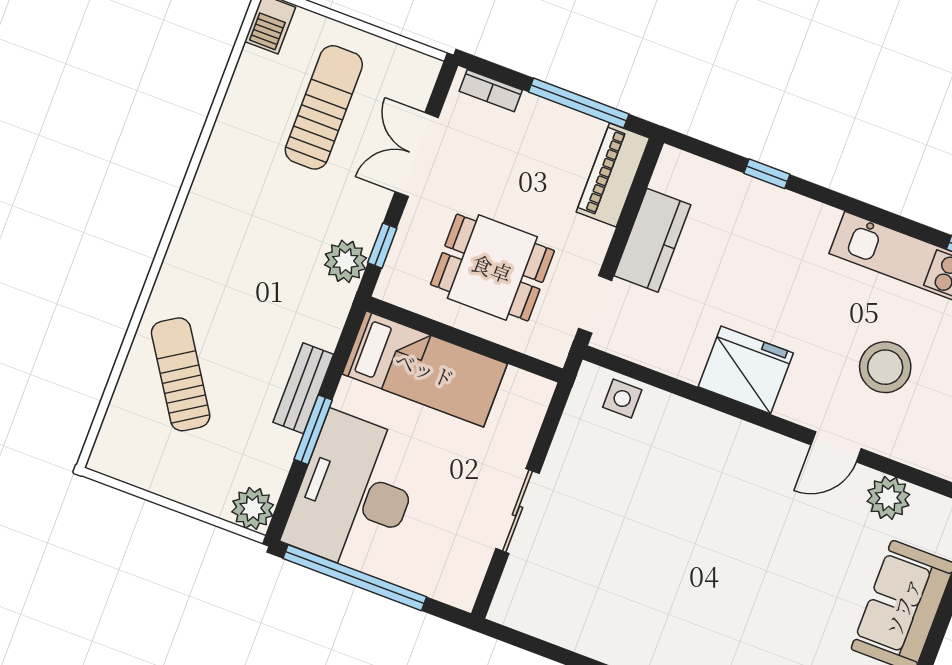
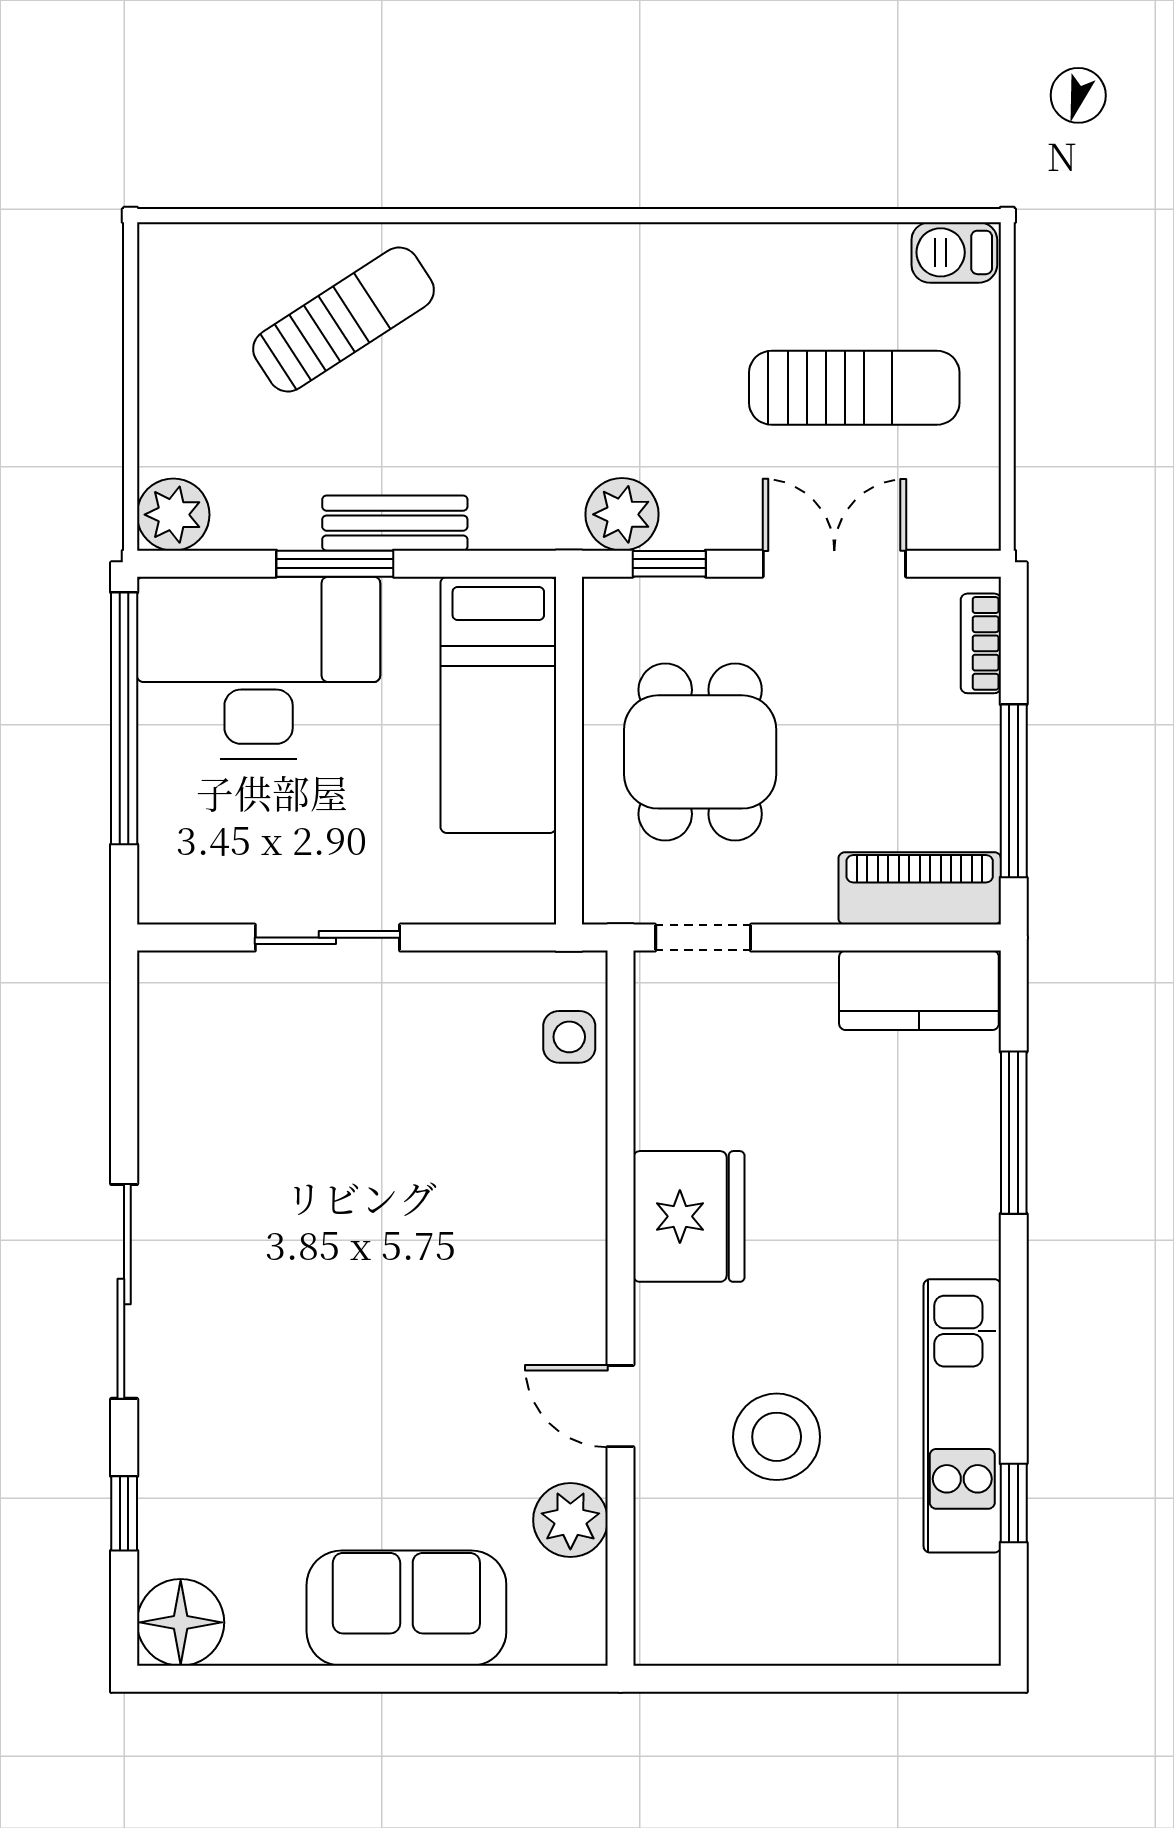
window: (767, 174) -> (1014, 1133), width x2.17
kitchen counter: (652, 240) -> (919, 990), moved

